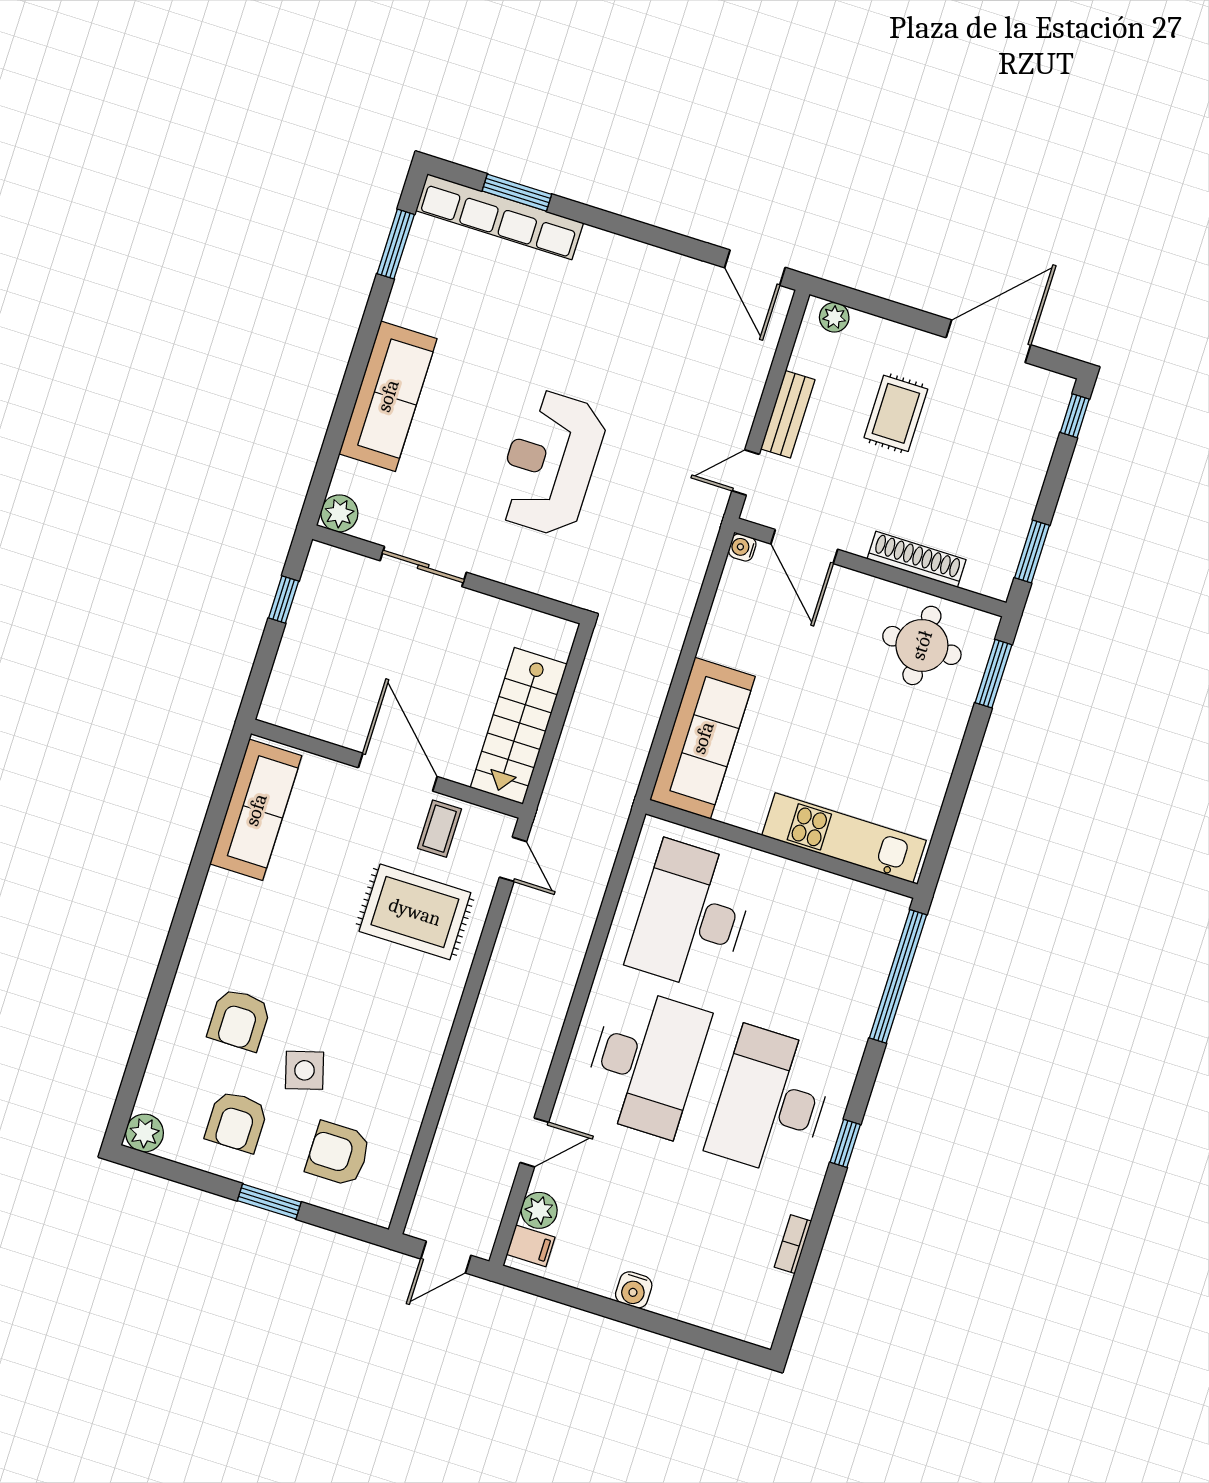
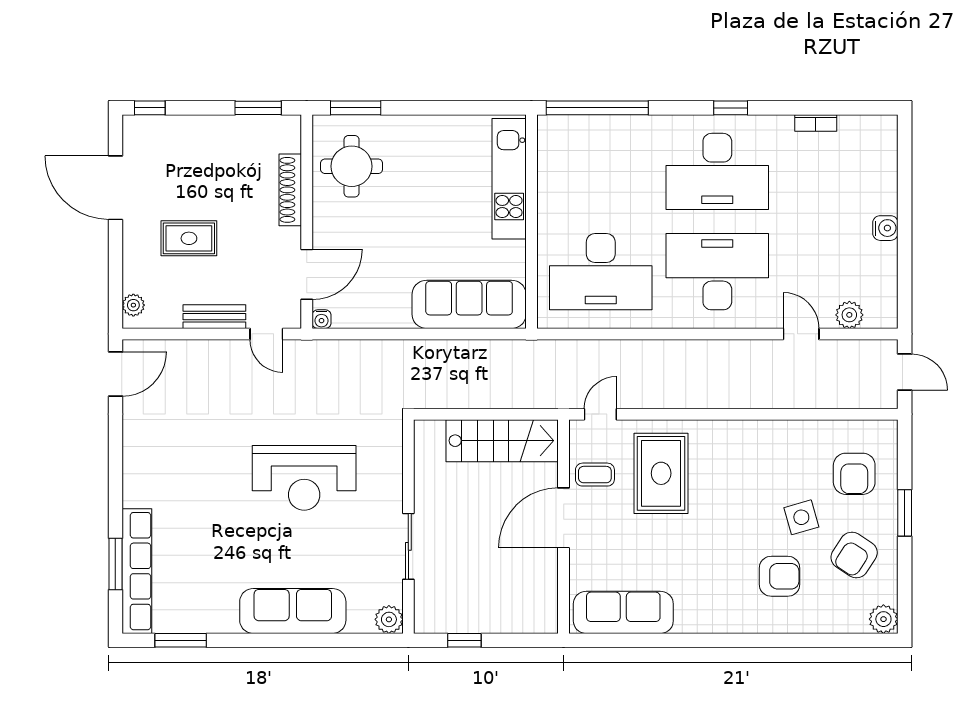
armchair: (236, 1122) -> (854, 555), turned 123
filing cabinet: (531, 1246) -> (877, 313), removed

